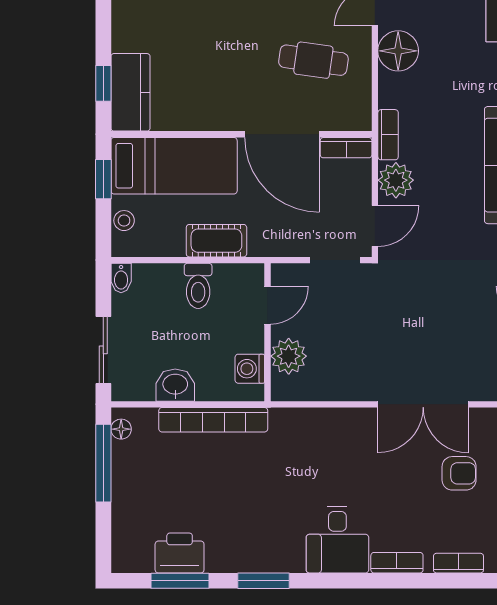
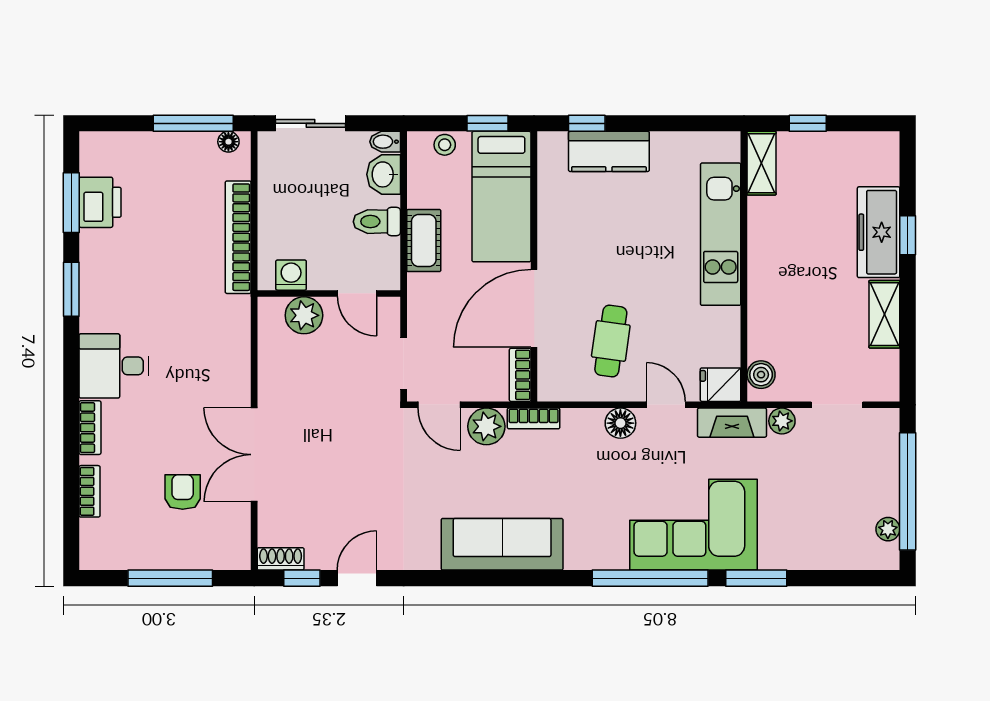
floor lamp: (398, 51) -> (620, 423), width x0.73, depth x0.73
kitchen counter: (130, 92) -> (609, 151), moved
washbasin: (175, 385) -> (384, 174), moved, turned 180
armchair: (459, 473) -> (183, 492), turned 180

